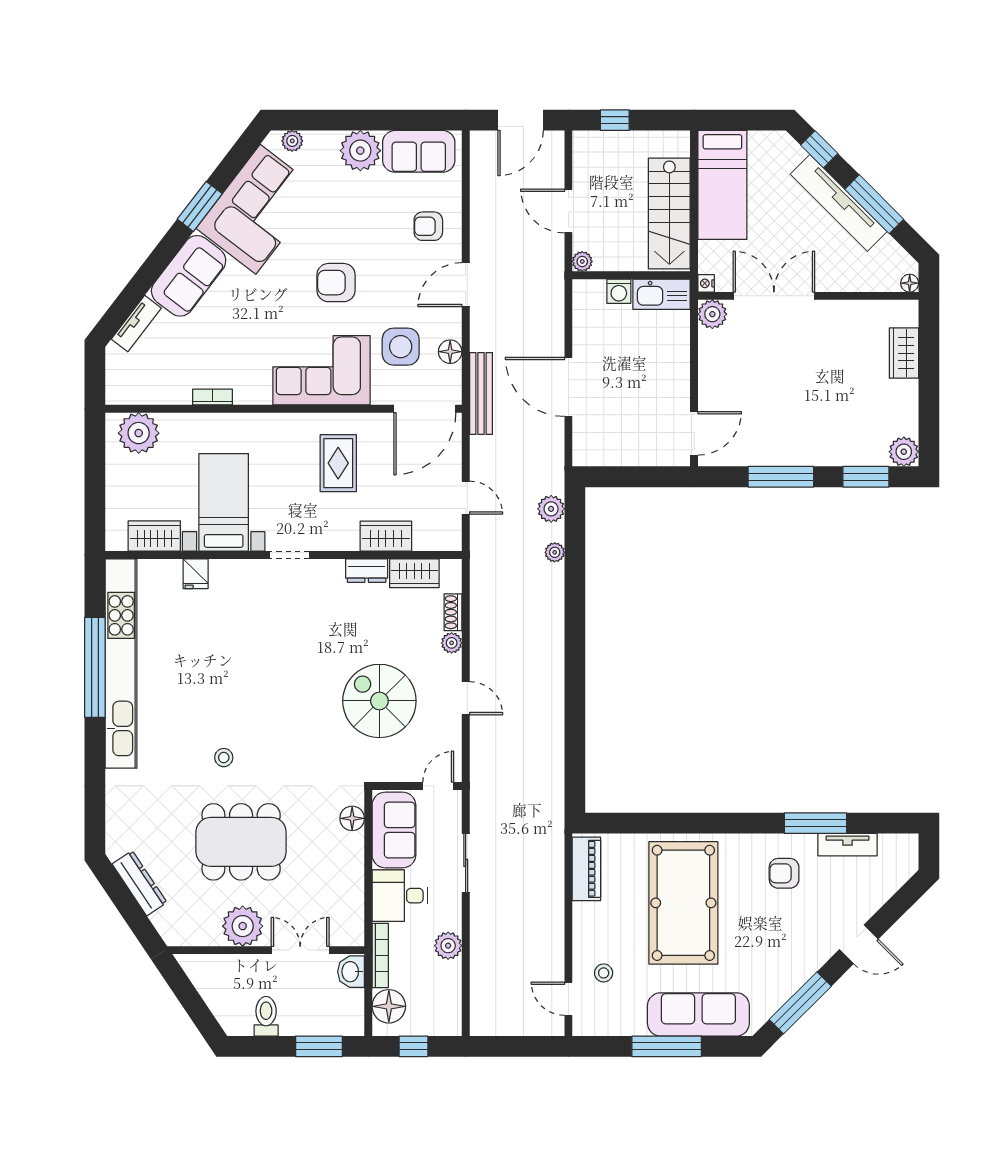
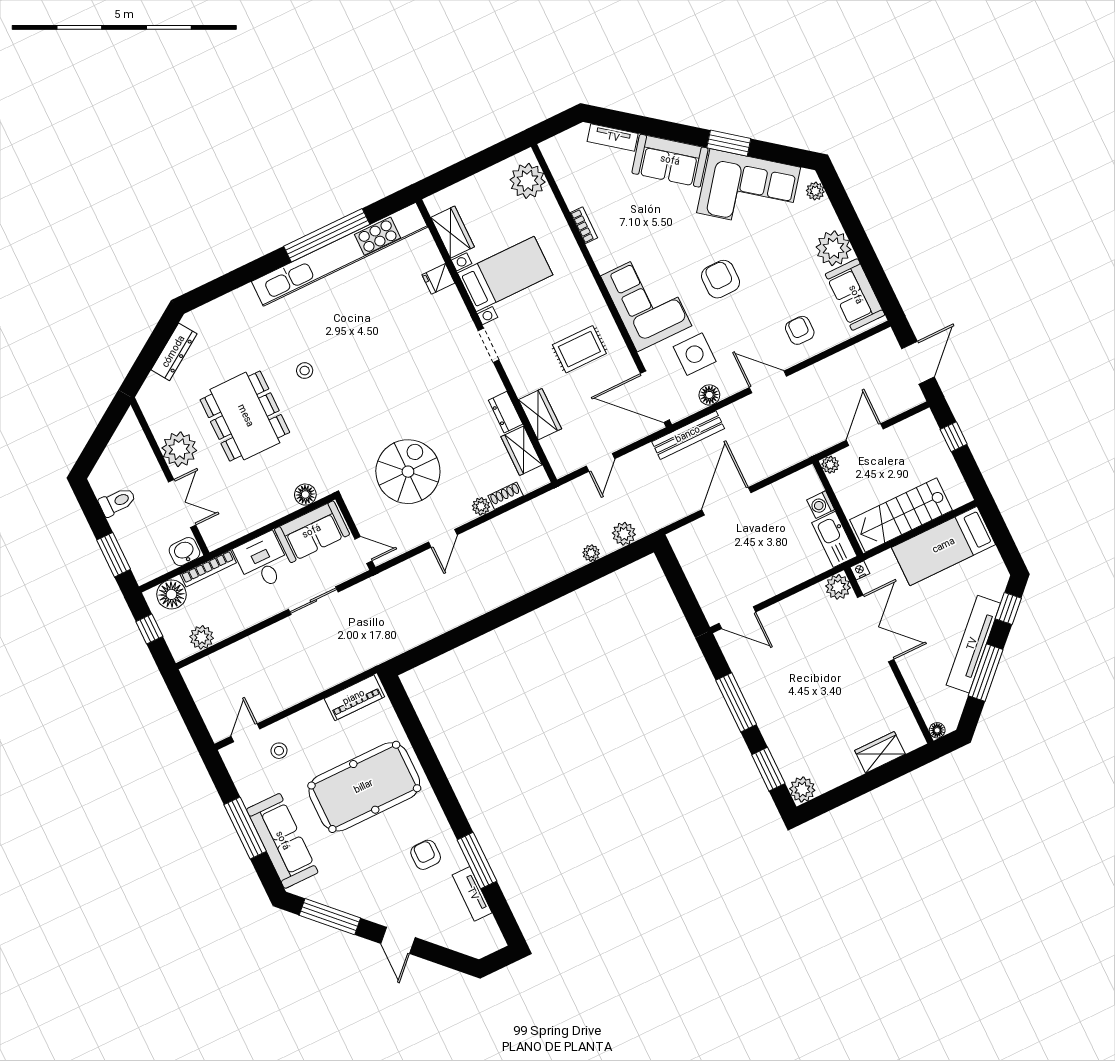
door: (521, 120) -> (918, 363), swing flipped
plant: (448, 946) -> (202, 637), moved

